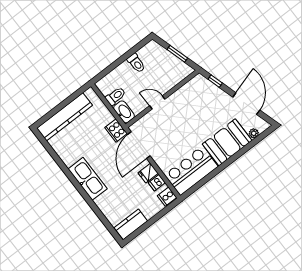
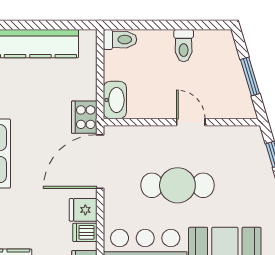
toilet: (116, 96) -> (120, 40), moved
door: (157, 102) -> (191, 122), moved
cafe table: (182, 129) -> (177, 185), added

